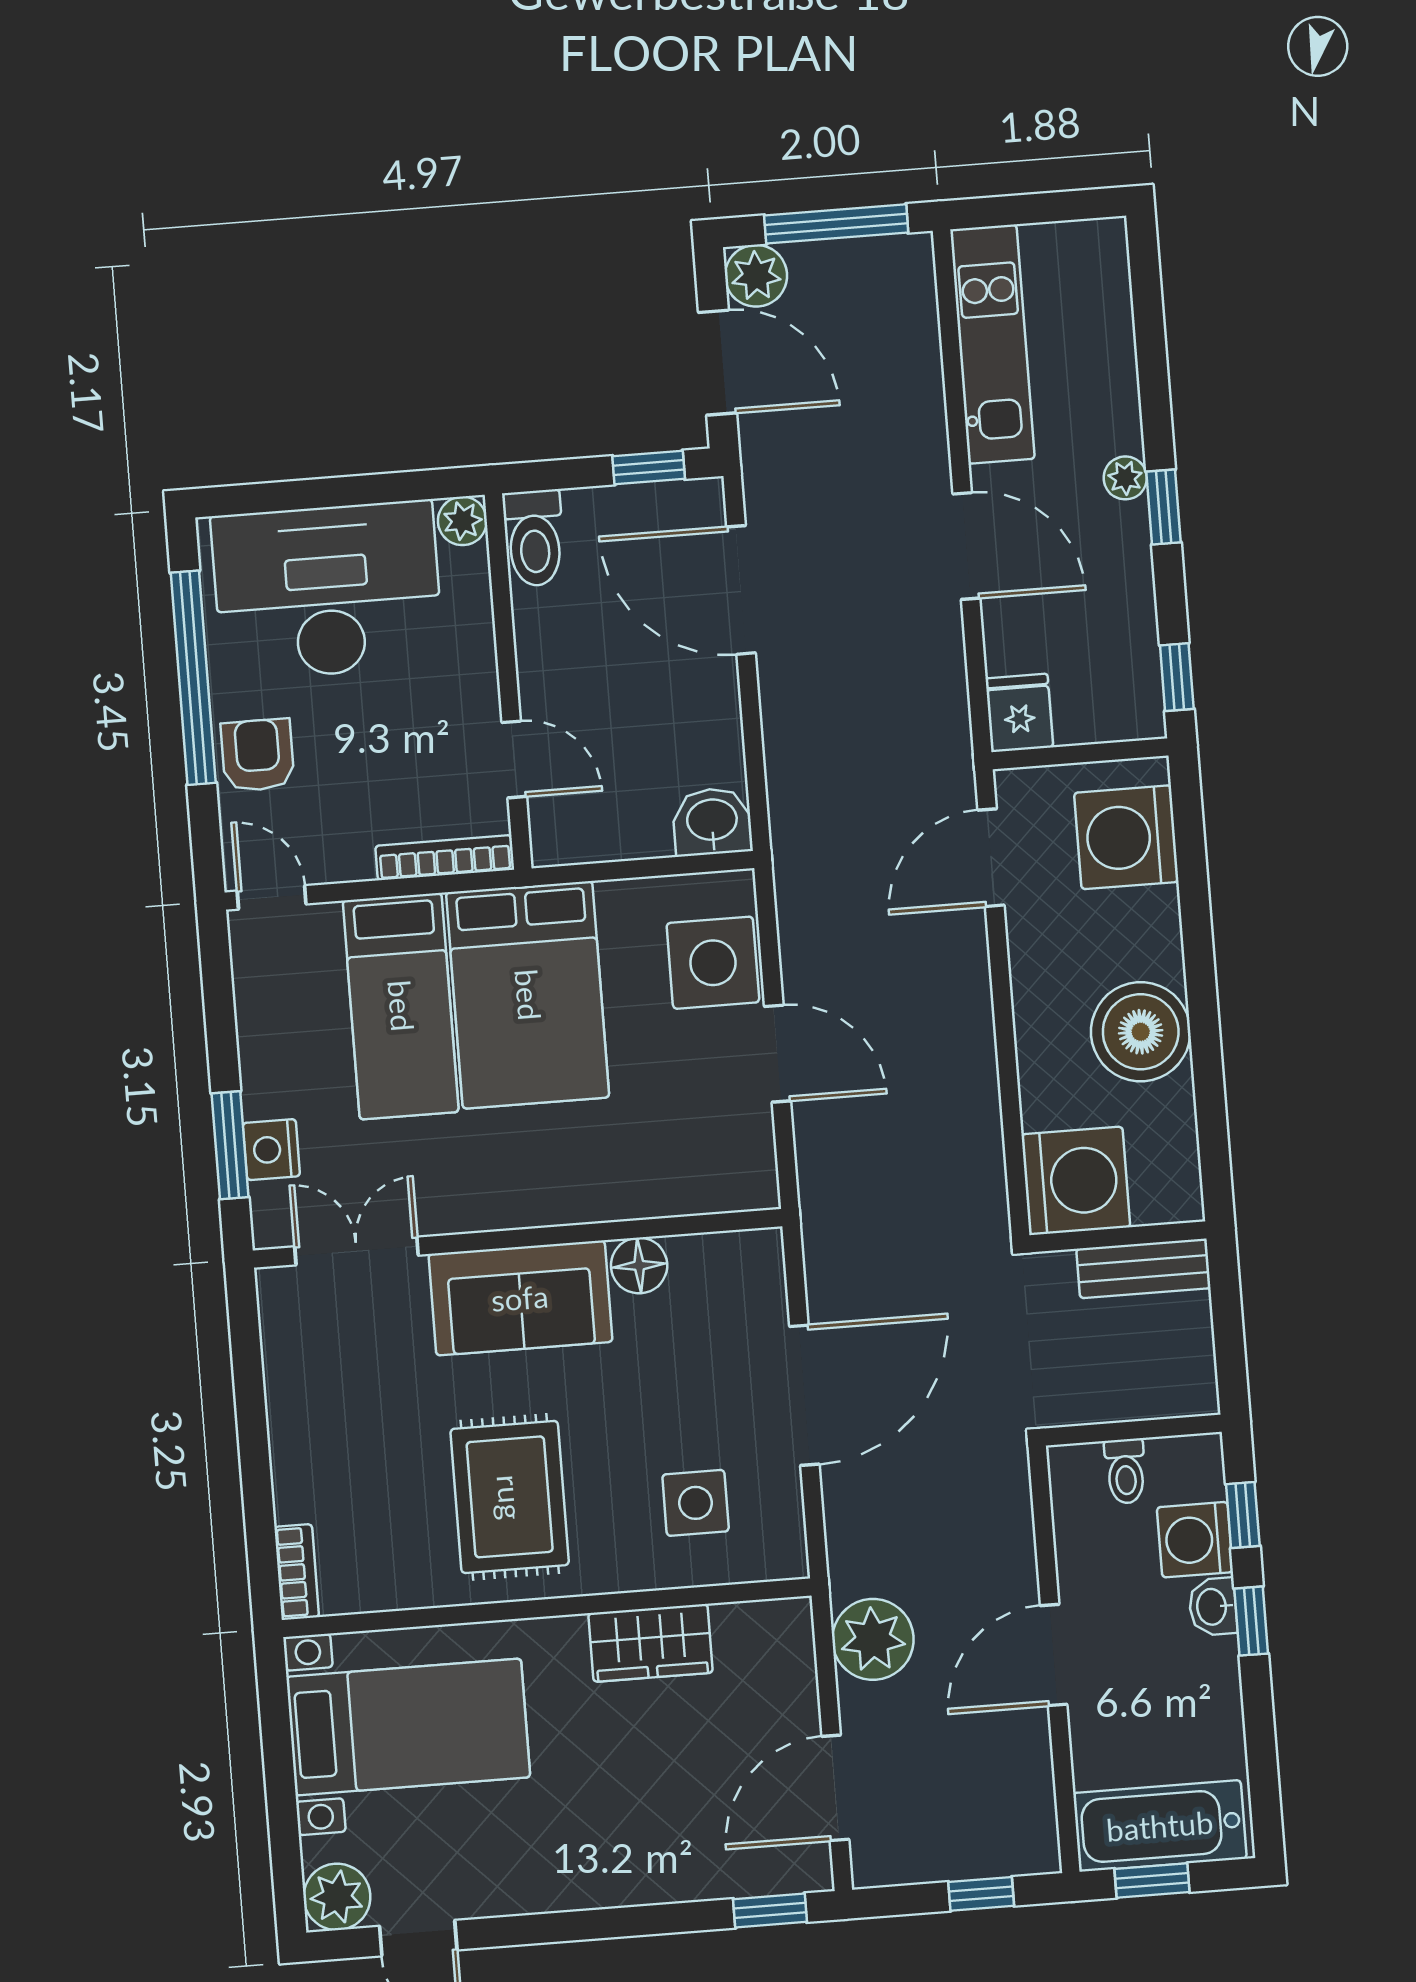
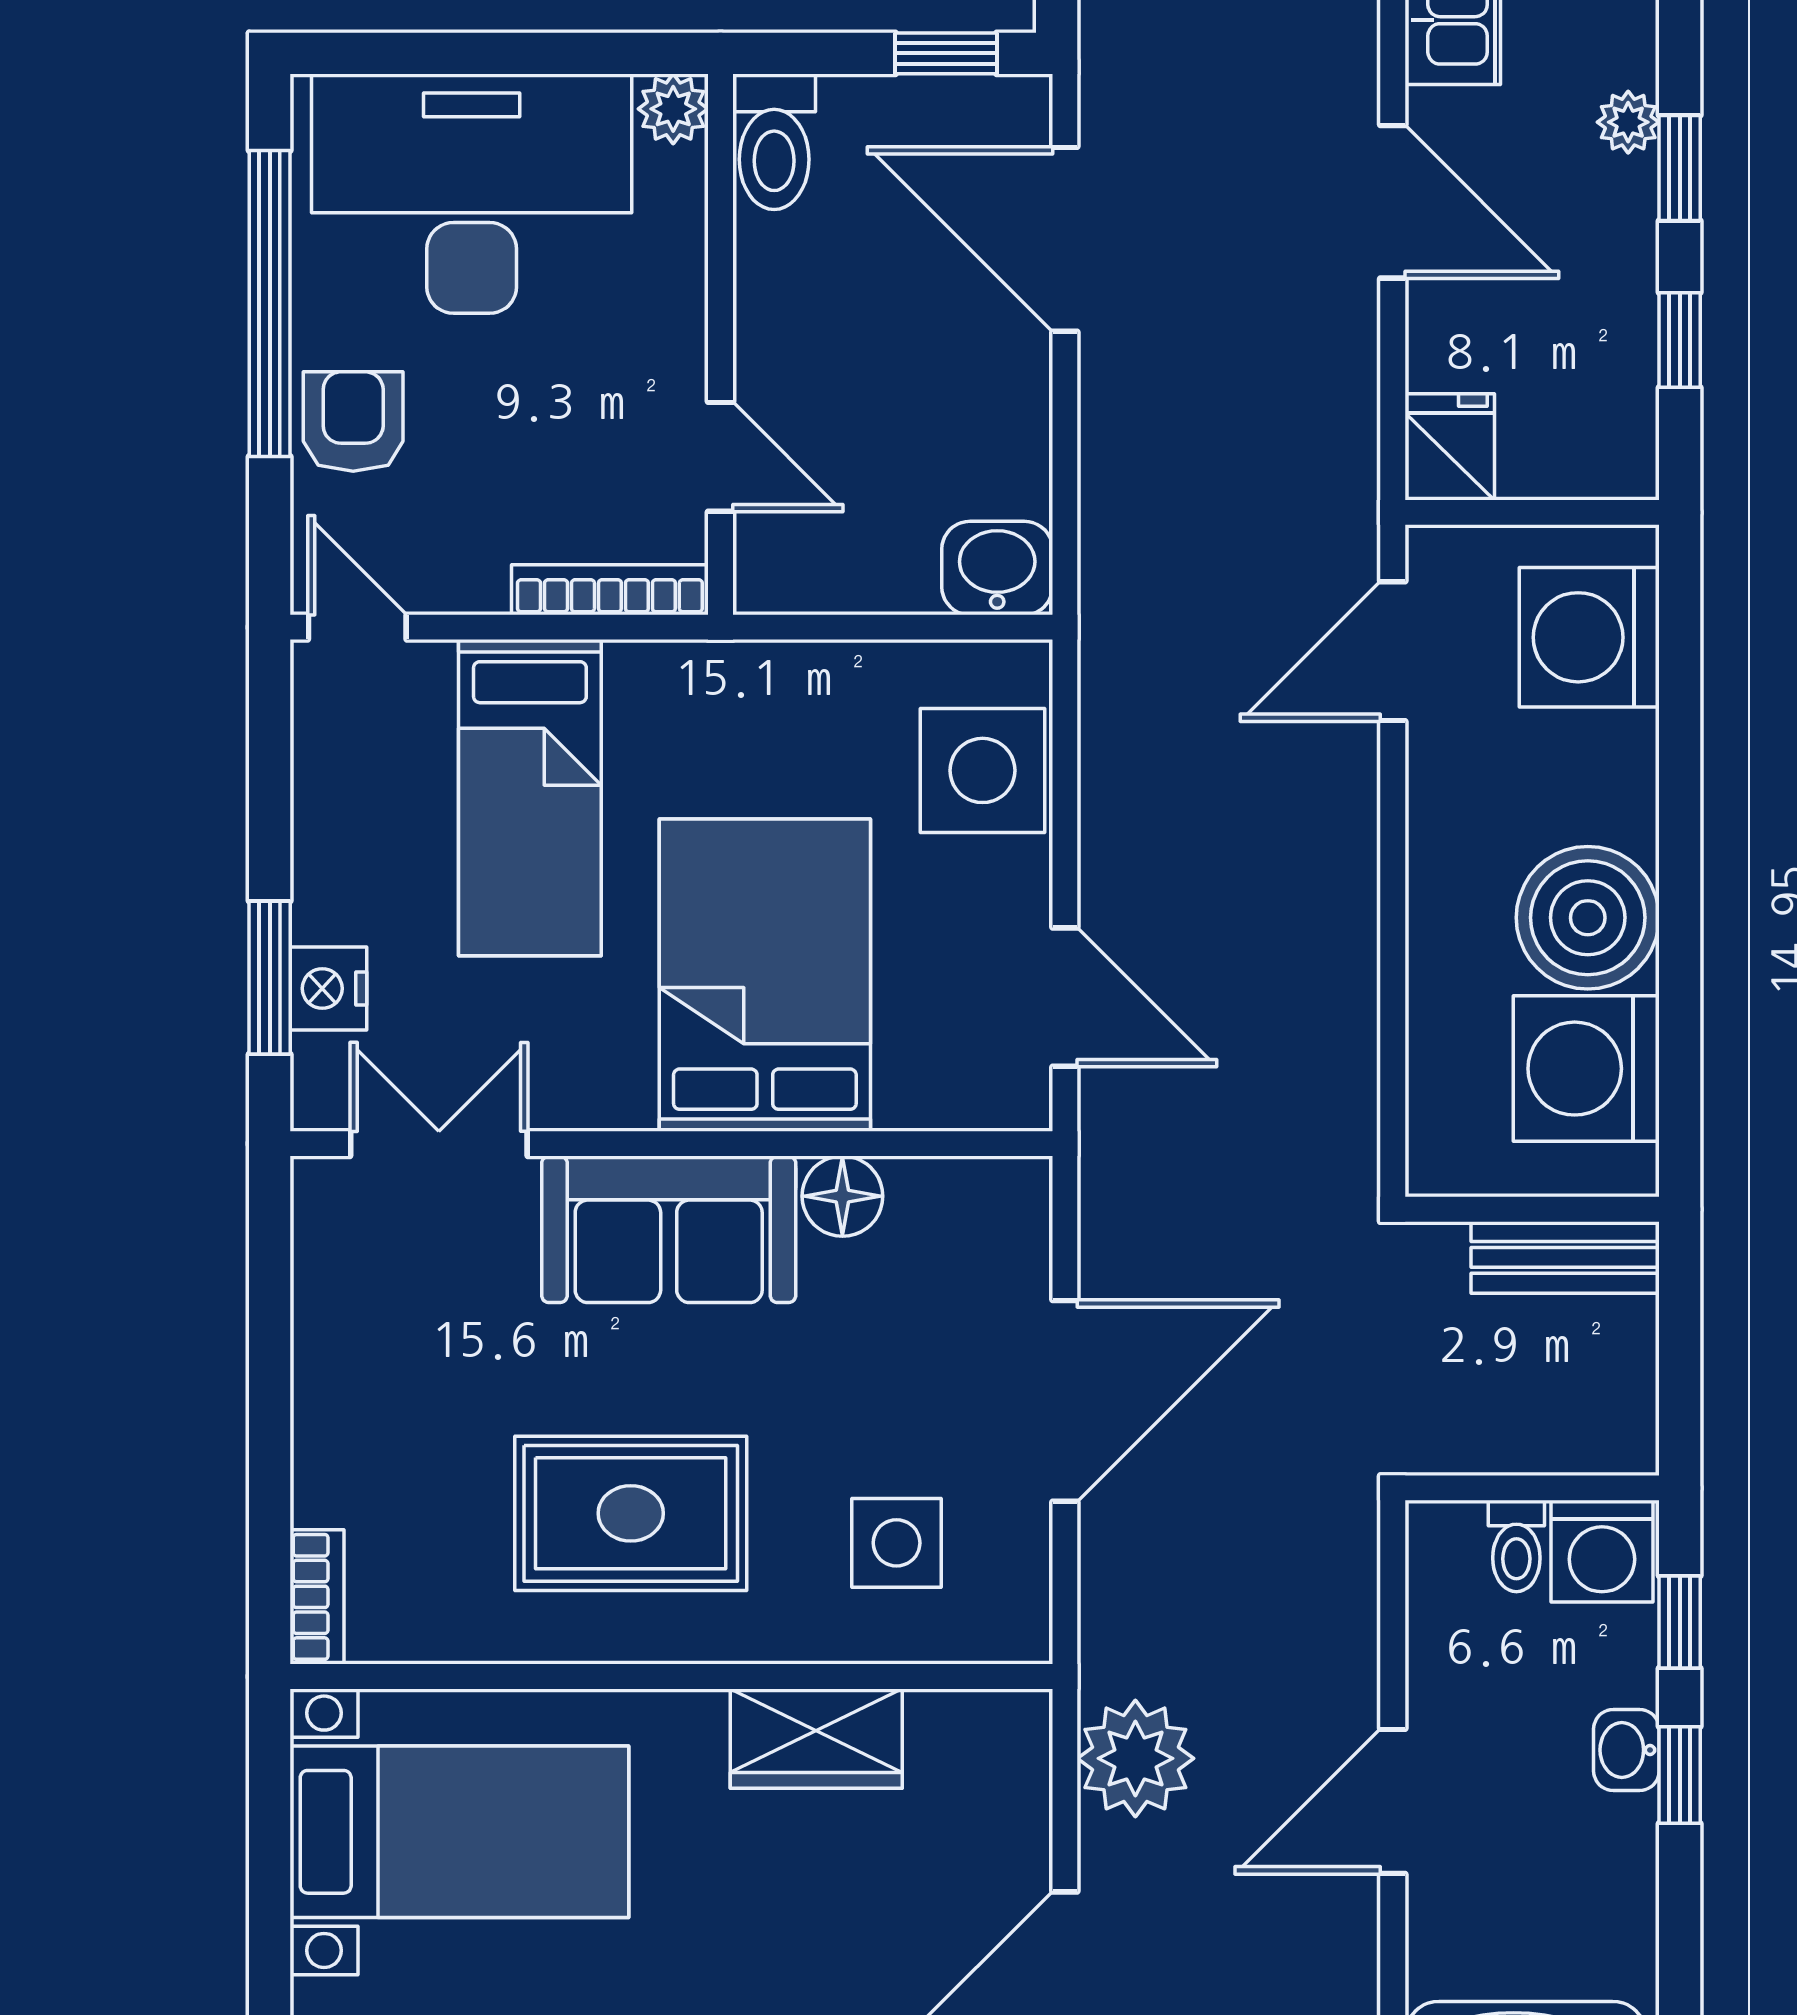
window: (1177, 677) -> (1680, 340), moved
bed: (528, 995) -> (765, 975), moved, turned 180
door: (778, 1054) -> (1065, 997), moved
washing machine: (1076, 1181) -> (1586, 1069), moved, turned 180
rug: (510, 1497) -> (631, 1513), turned 90
washing machine: (1195, 1540) -> (1602, 1551), moved, turned -90

